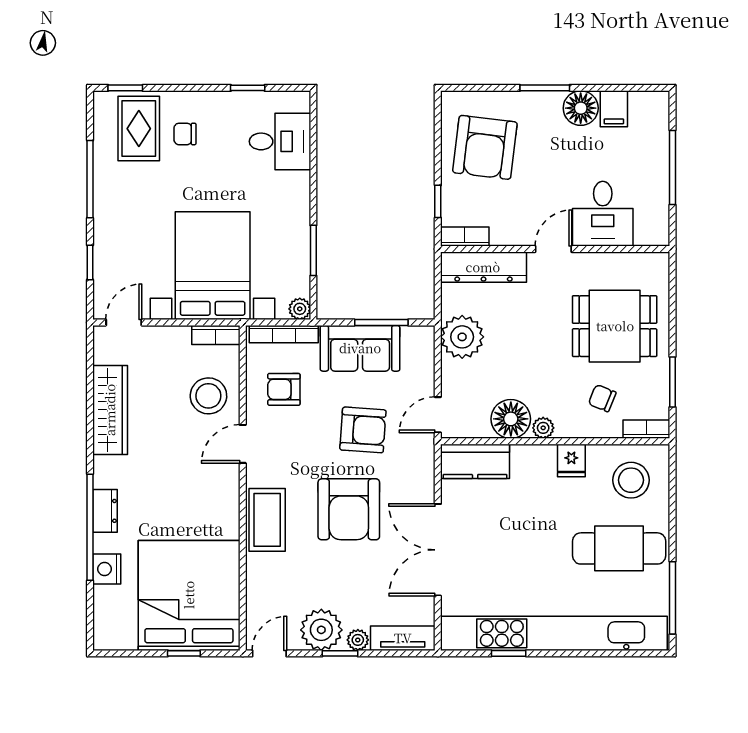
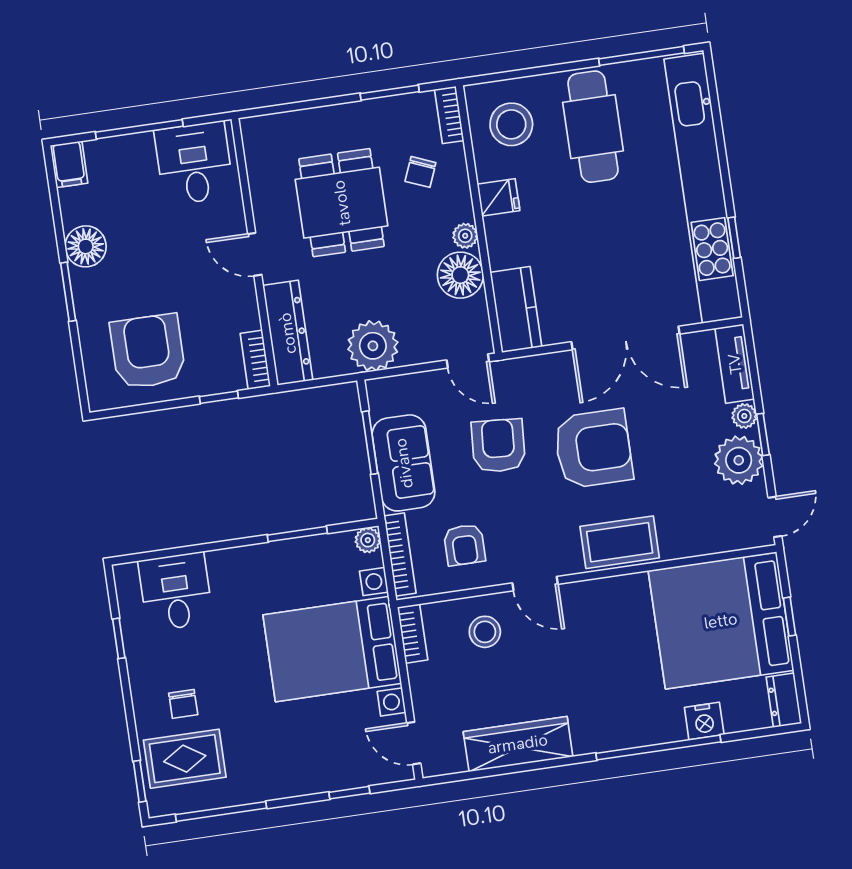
filing cabinet: (614, 109) -> (69, 164), moved, turned 90
armchair: (485, 147) -> (148, 351), turned -97
window: (90, 179) -> (221, 811), moved
desk: (603, 214) -> (194, 163), moved, turned -90
dining table: (615, 326) -> (342, 203), moved
stool: (208, 396) -> (485, 632), width x0.73, depth x0.73
dresser: (105, 511) -> (784, 700), moved, turned -90
door: (269, 653) -> (775, 517), swing flipped

